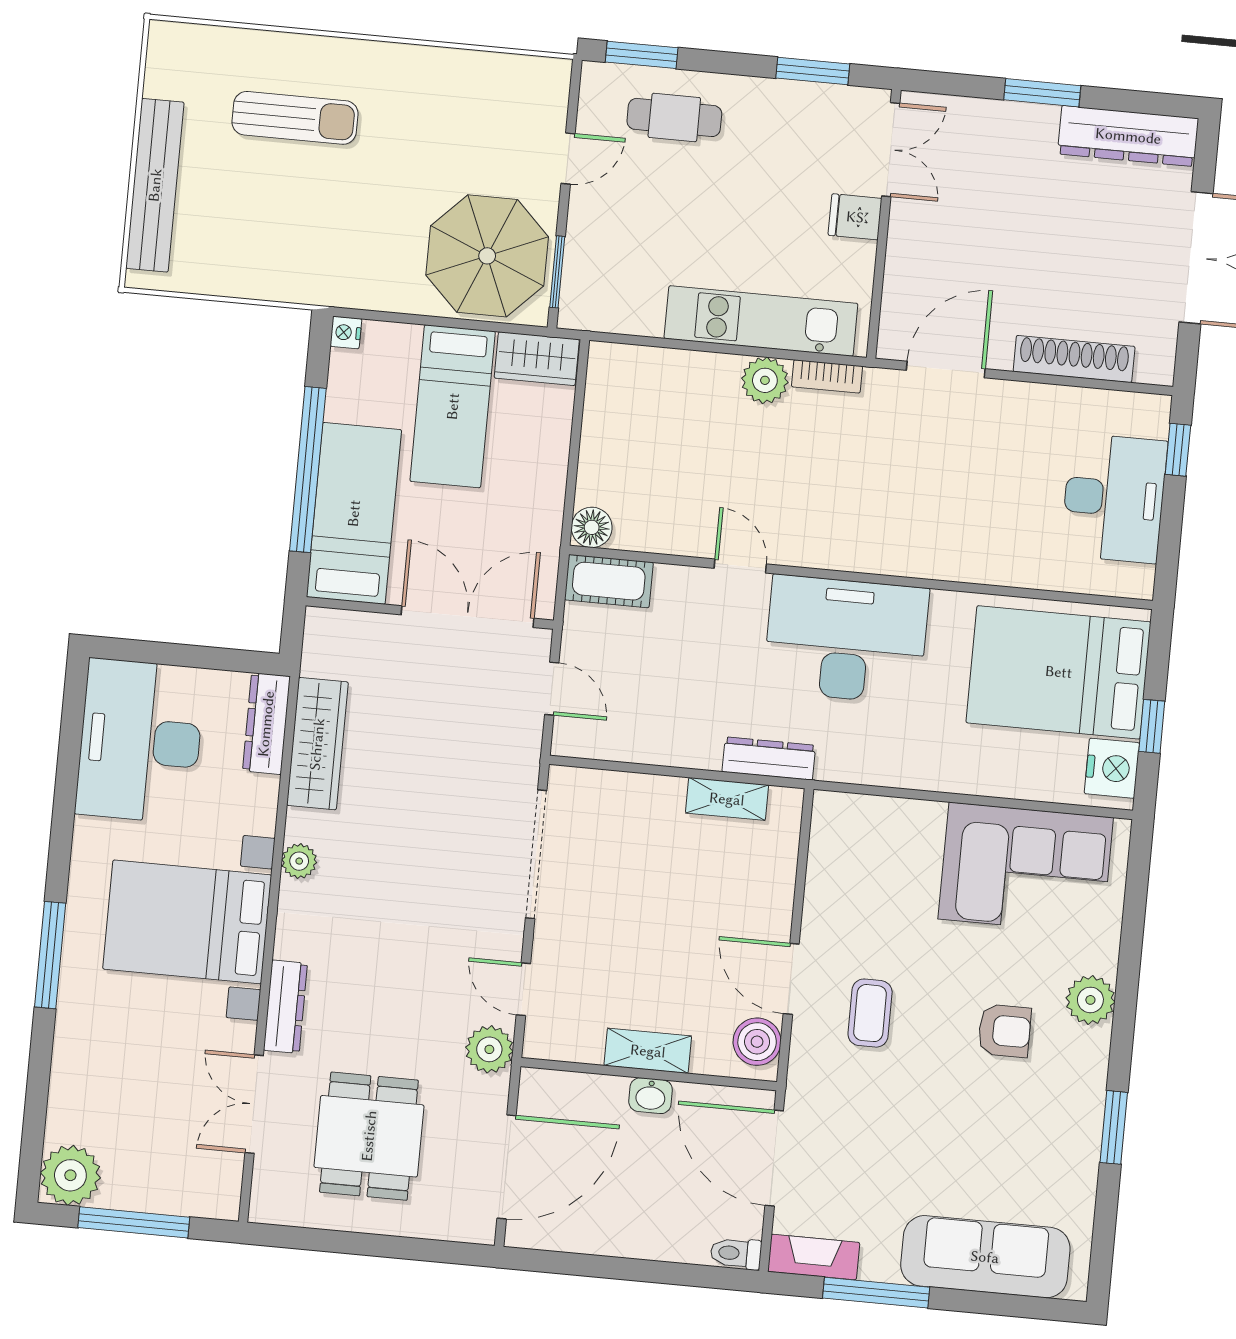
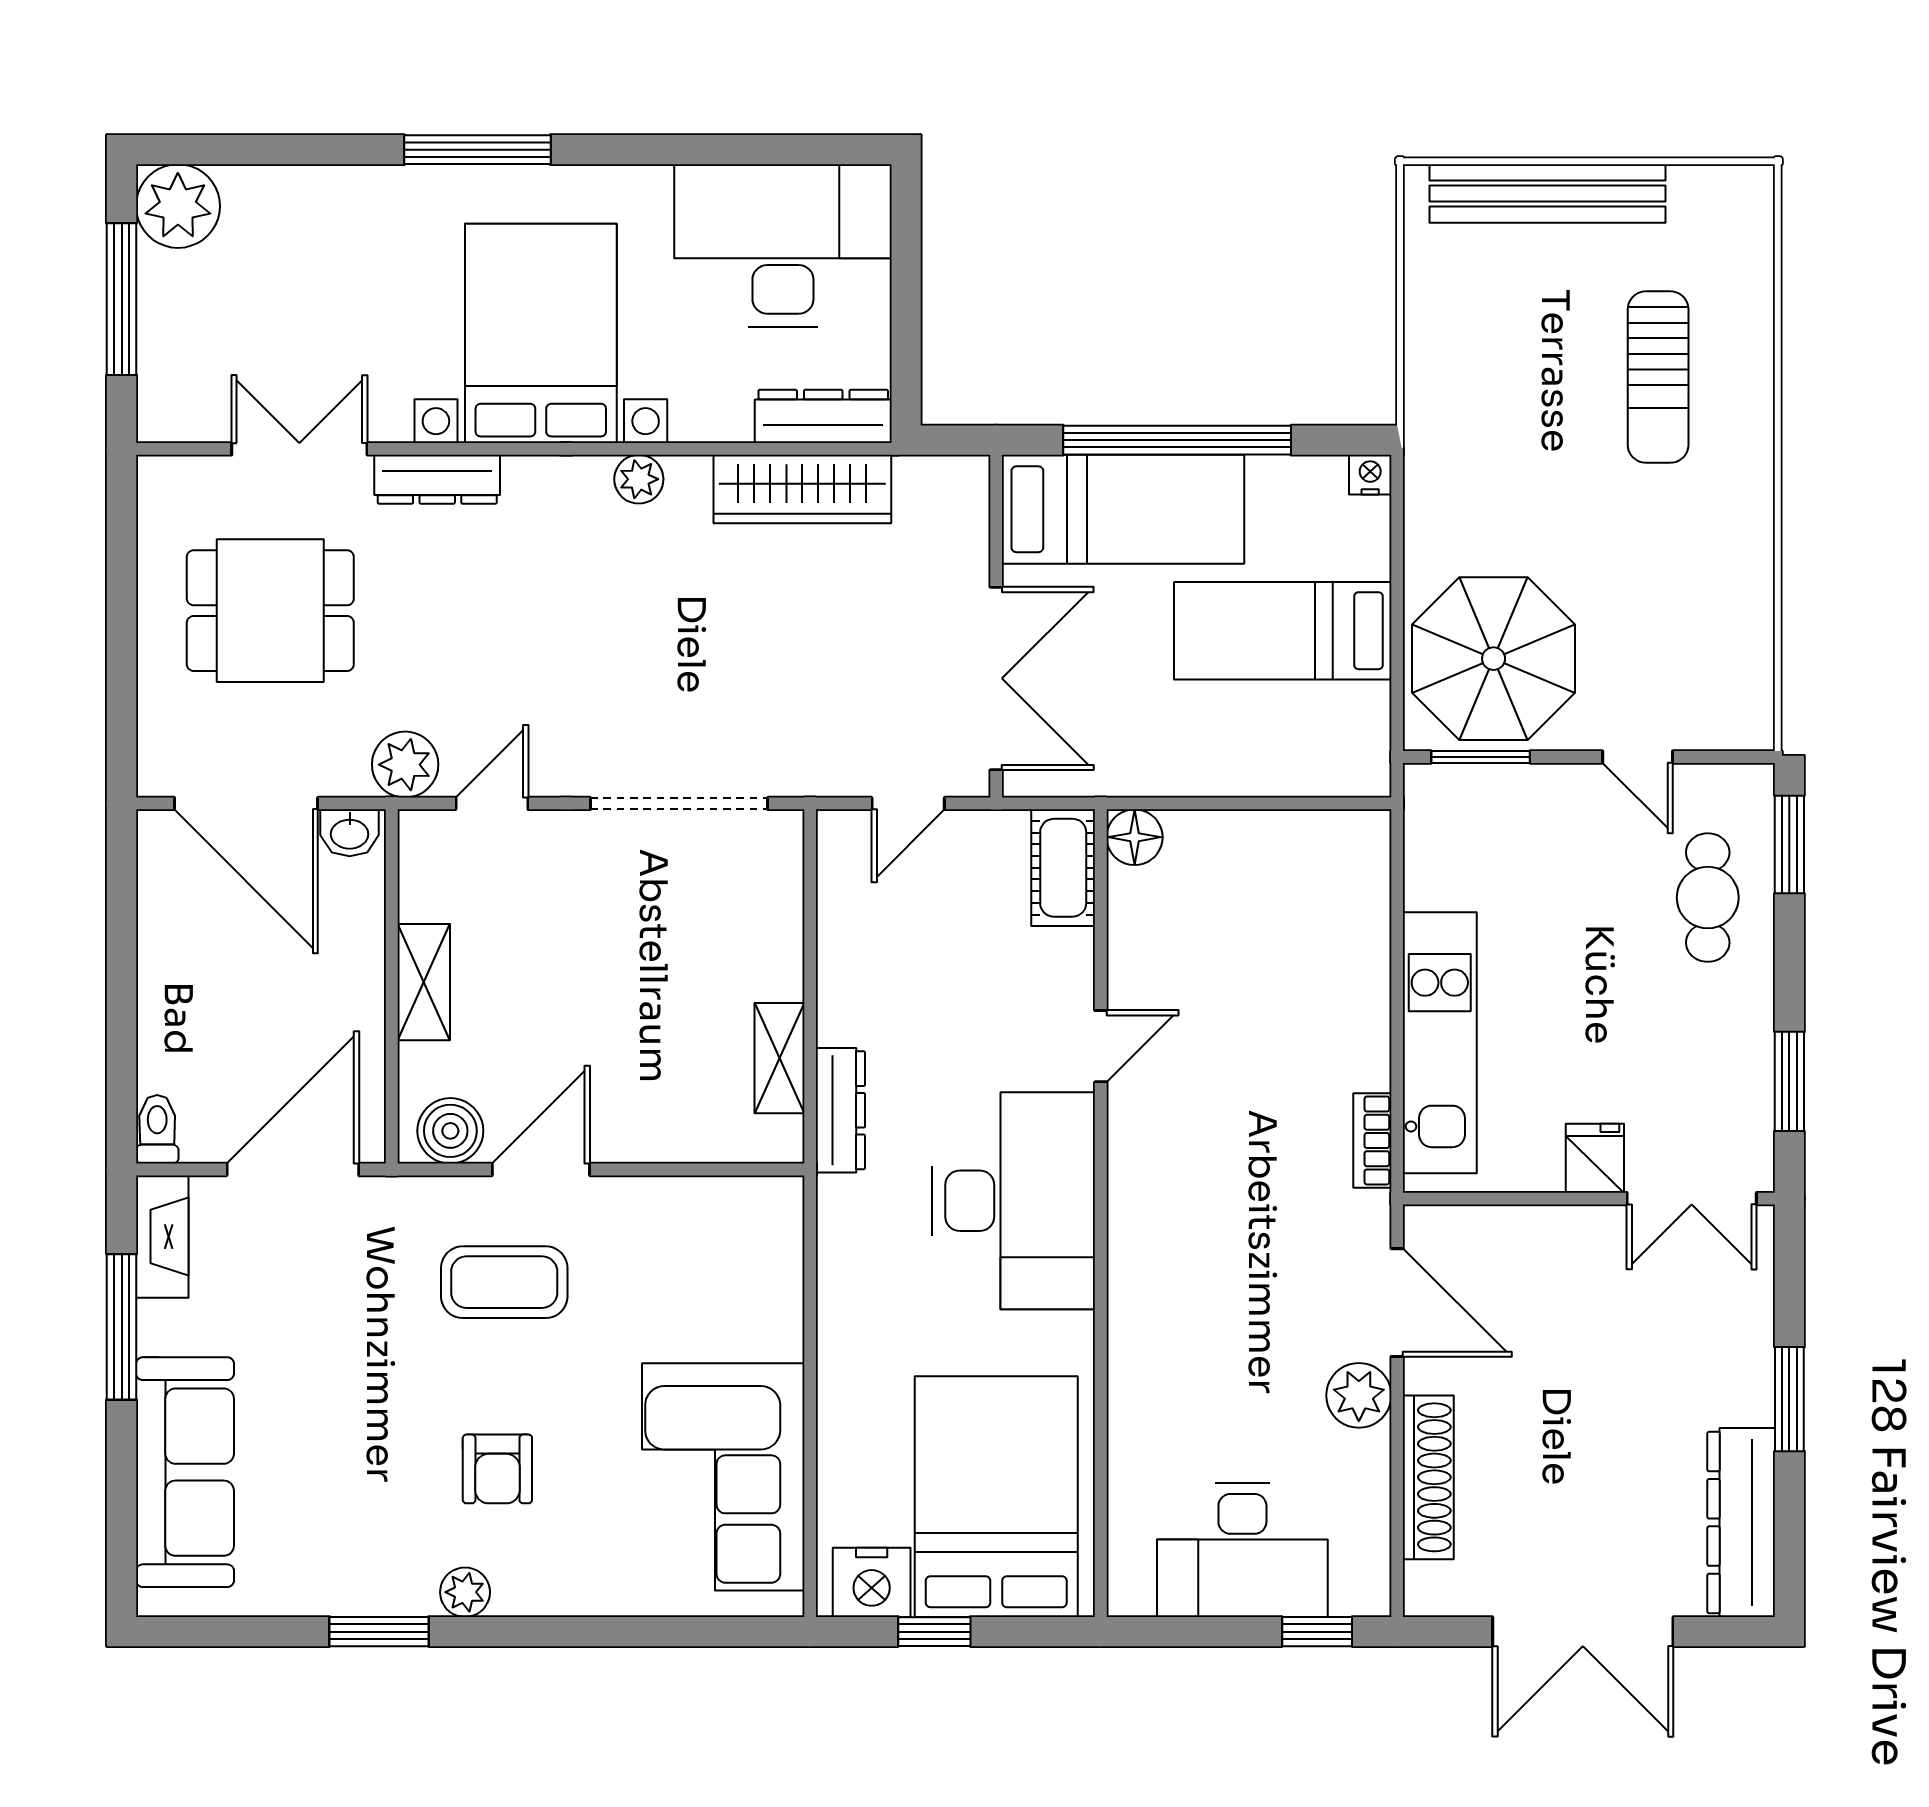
wardrobe: (537, 359) -> (1359, 740), removed
plant: (765, 380) -> (1359, 1395), moved
plant: (1090, 1000) -> (465, 1592), moved, width x0.73, depth x0.73
coffee table: (870, 1013) -> (504, 1282), width x1.36, depth x1.30
washbasin: (651, 1096) -> (350, 833), moved, turned -90

